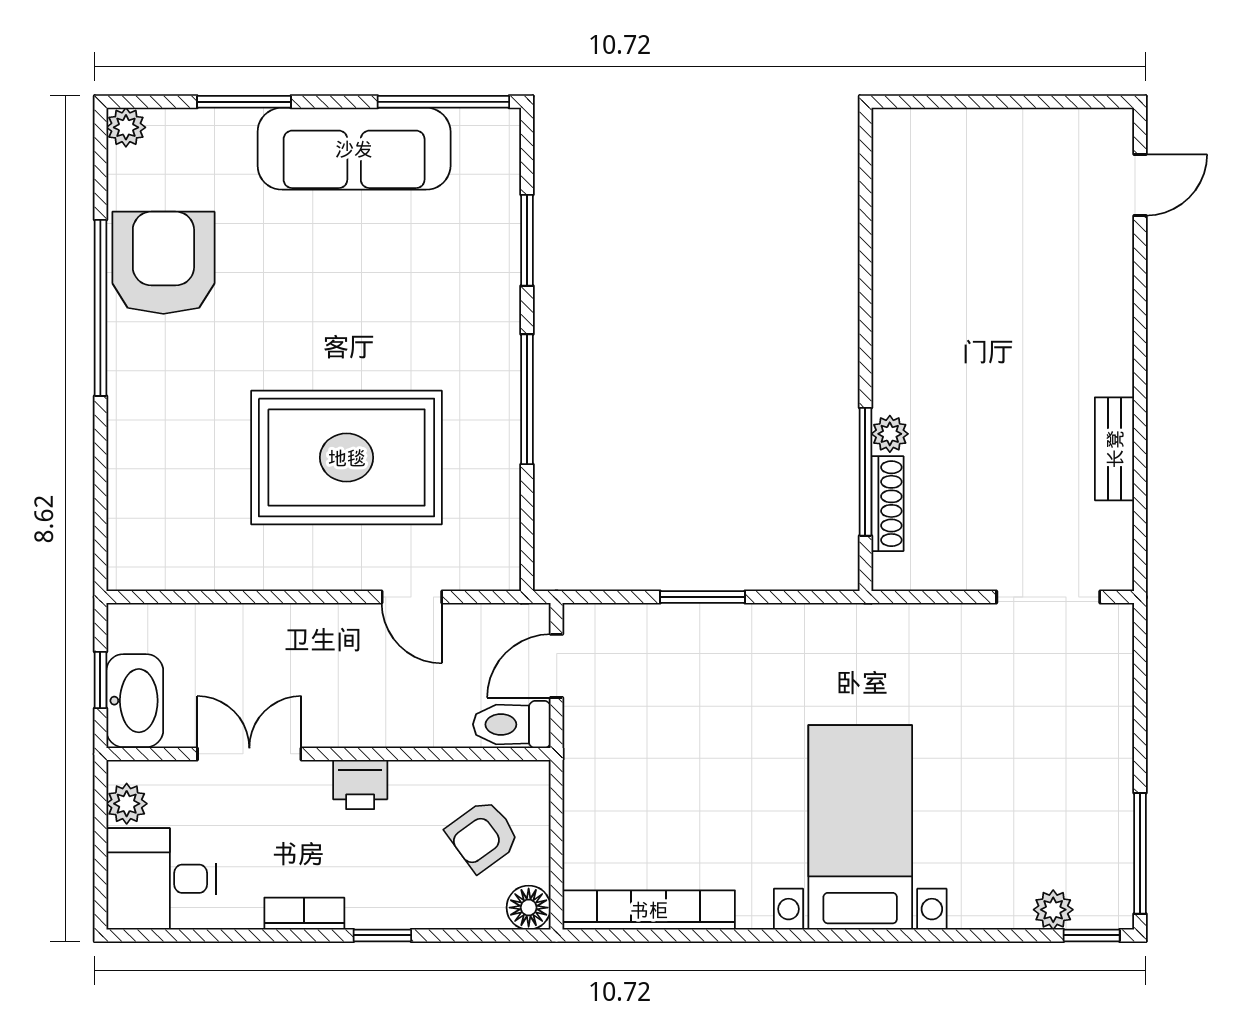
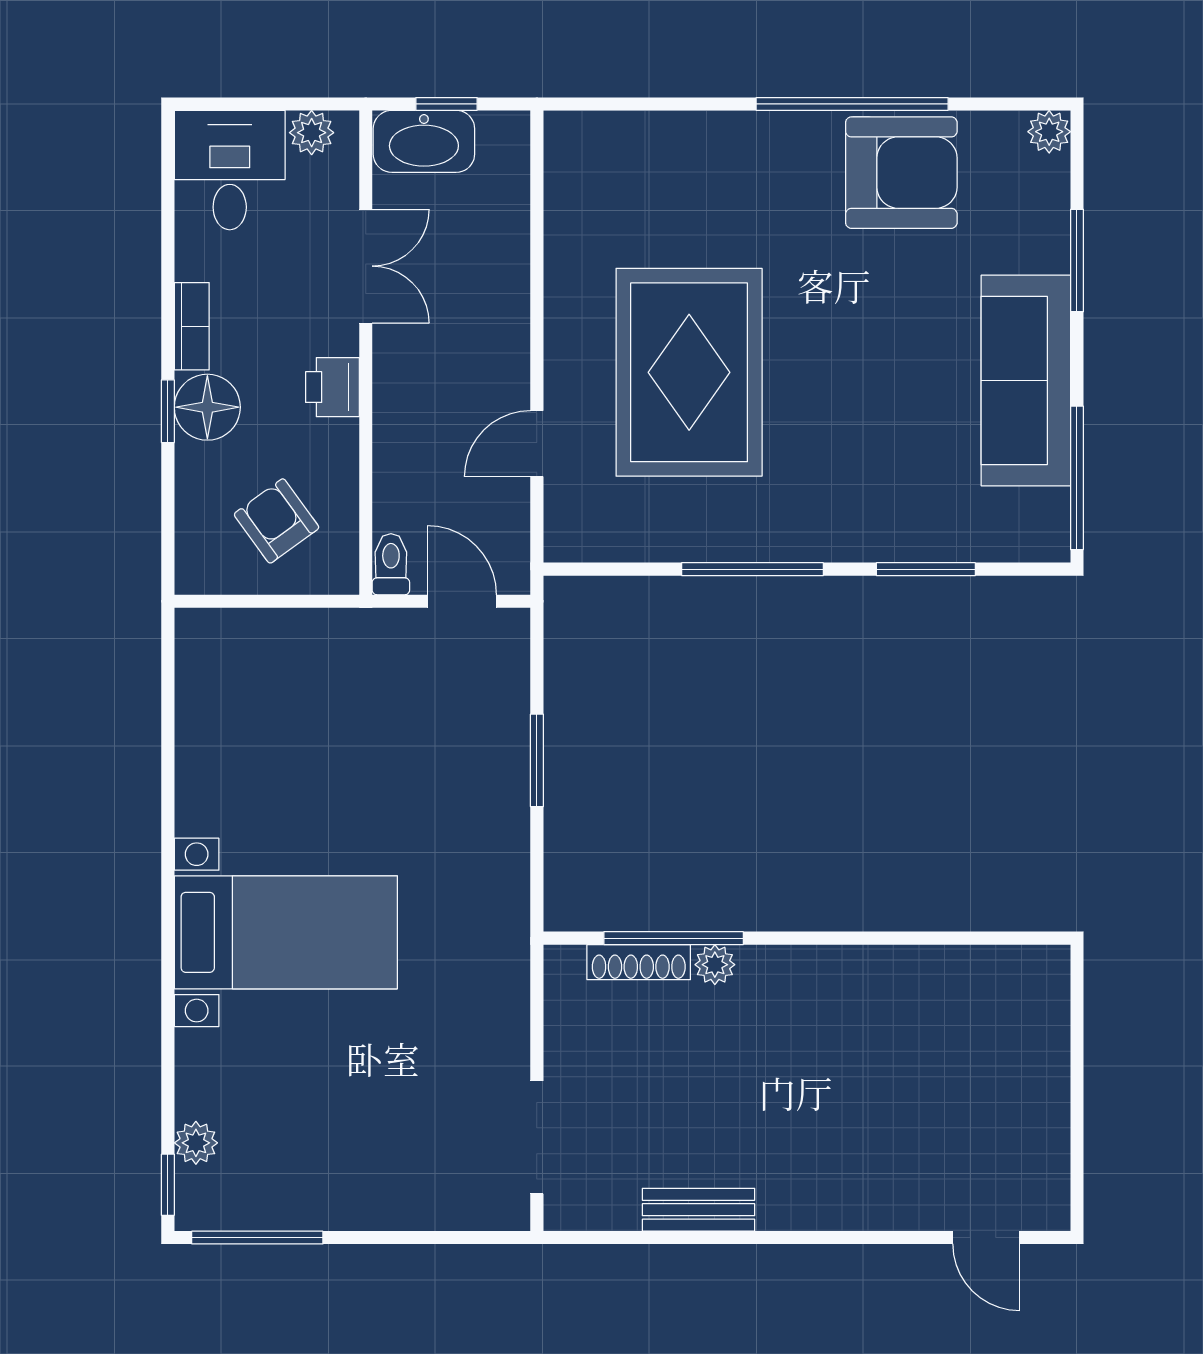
toilet: (512, 724) -> (391, 564), width x0.73, depth x0.72
floor lamp: (529, 908) -> (207, 407), moved, width x1.38, depth x1.38
bookcase: (649, 910) -> (196, 702), removed

